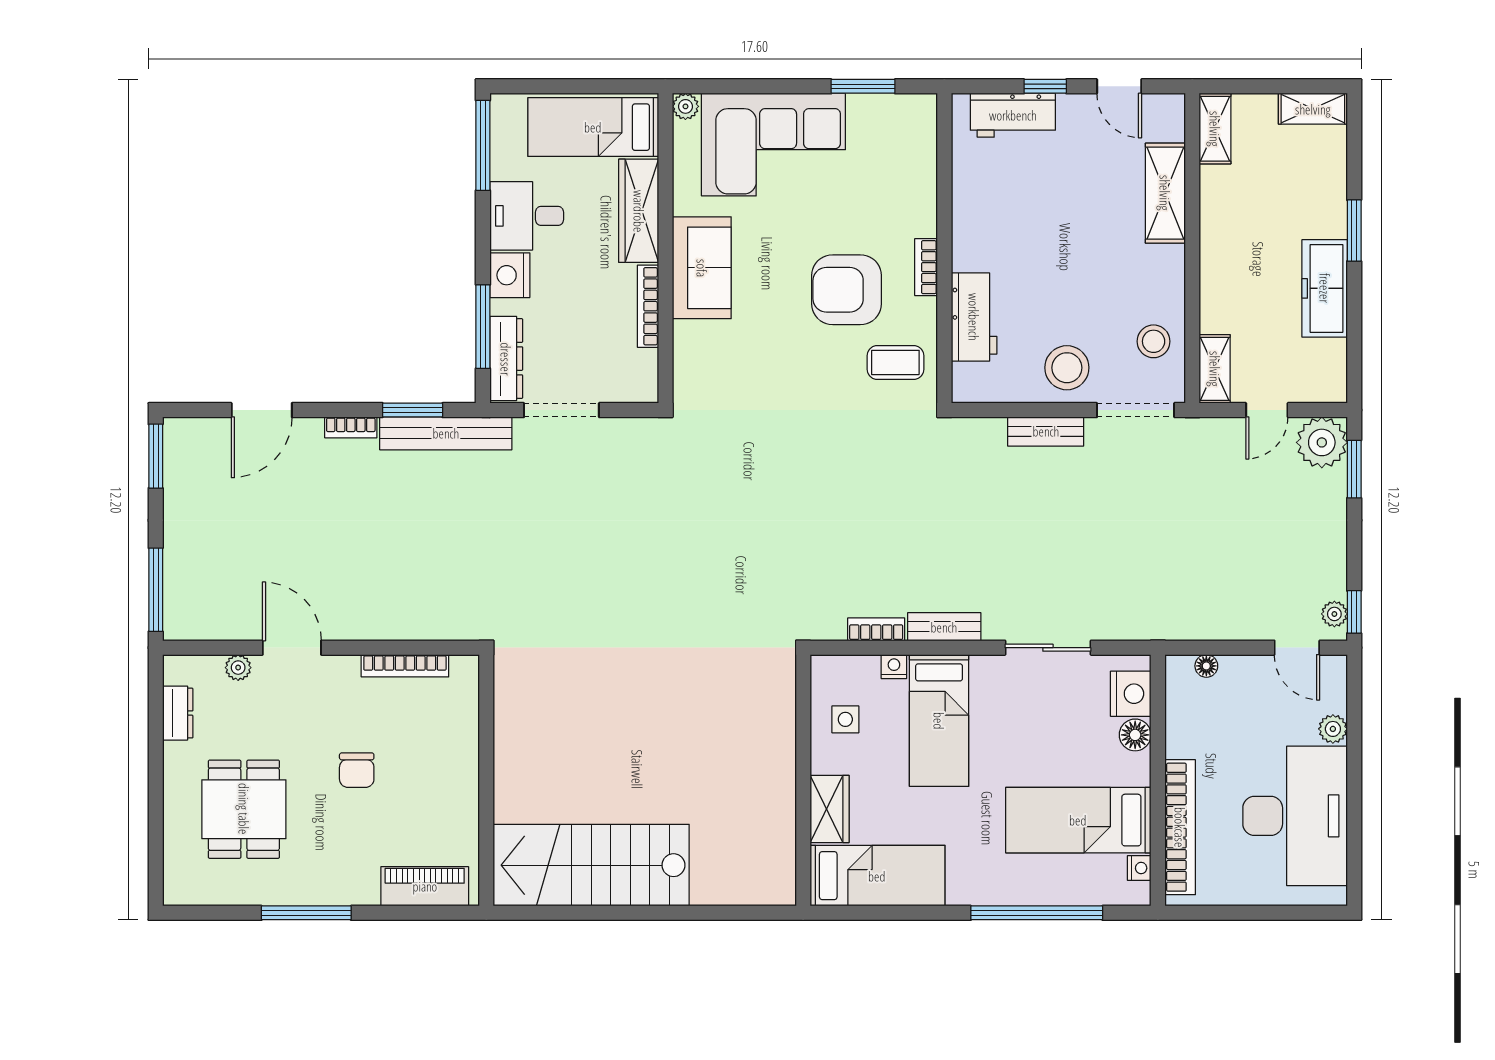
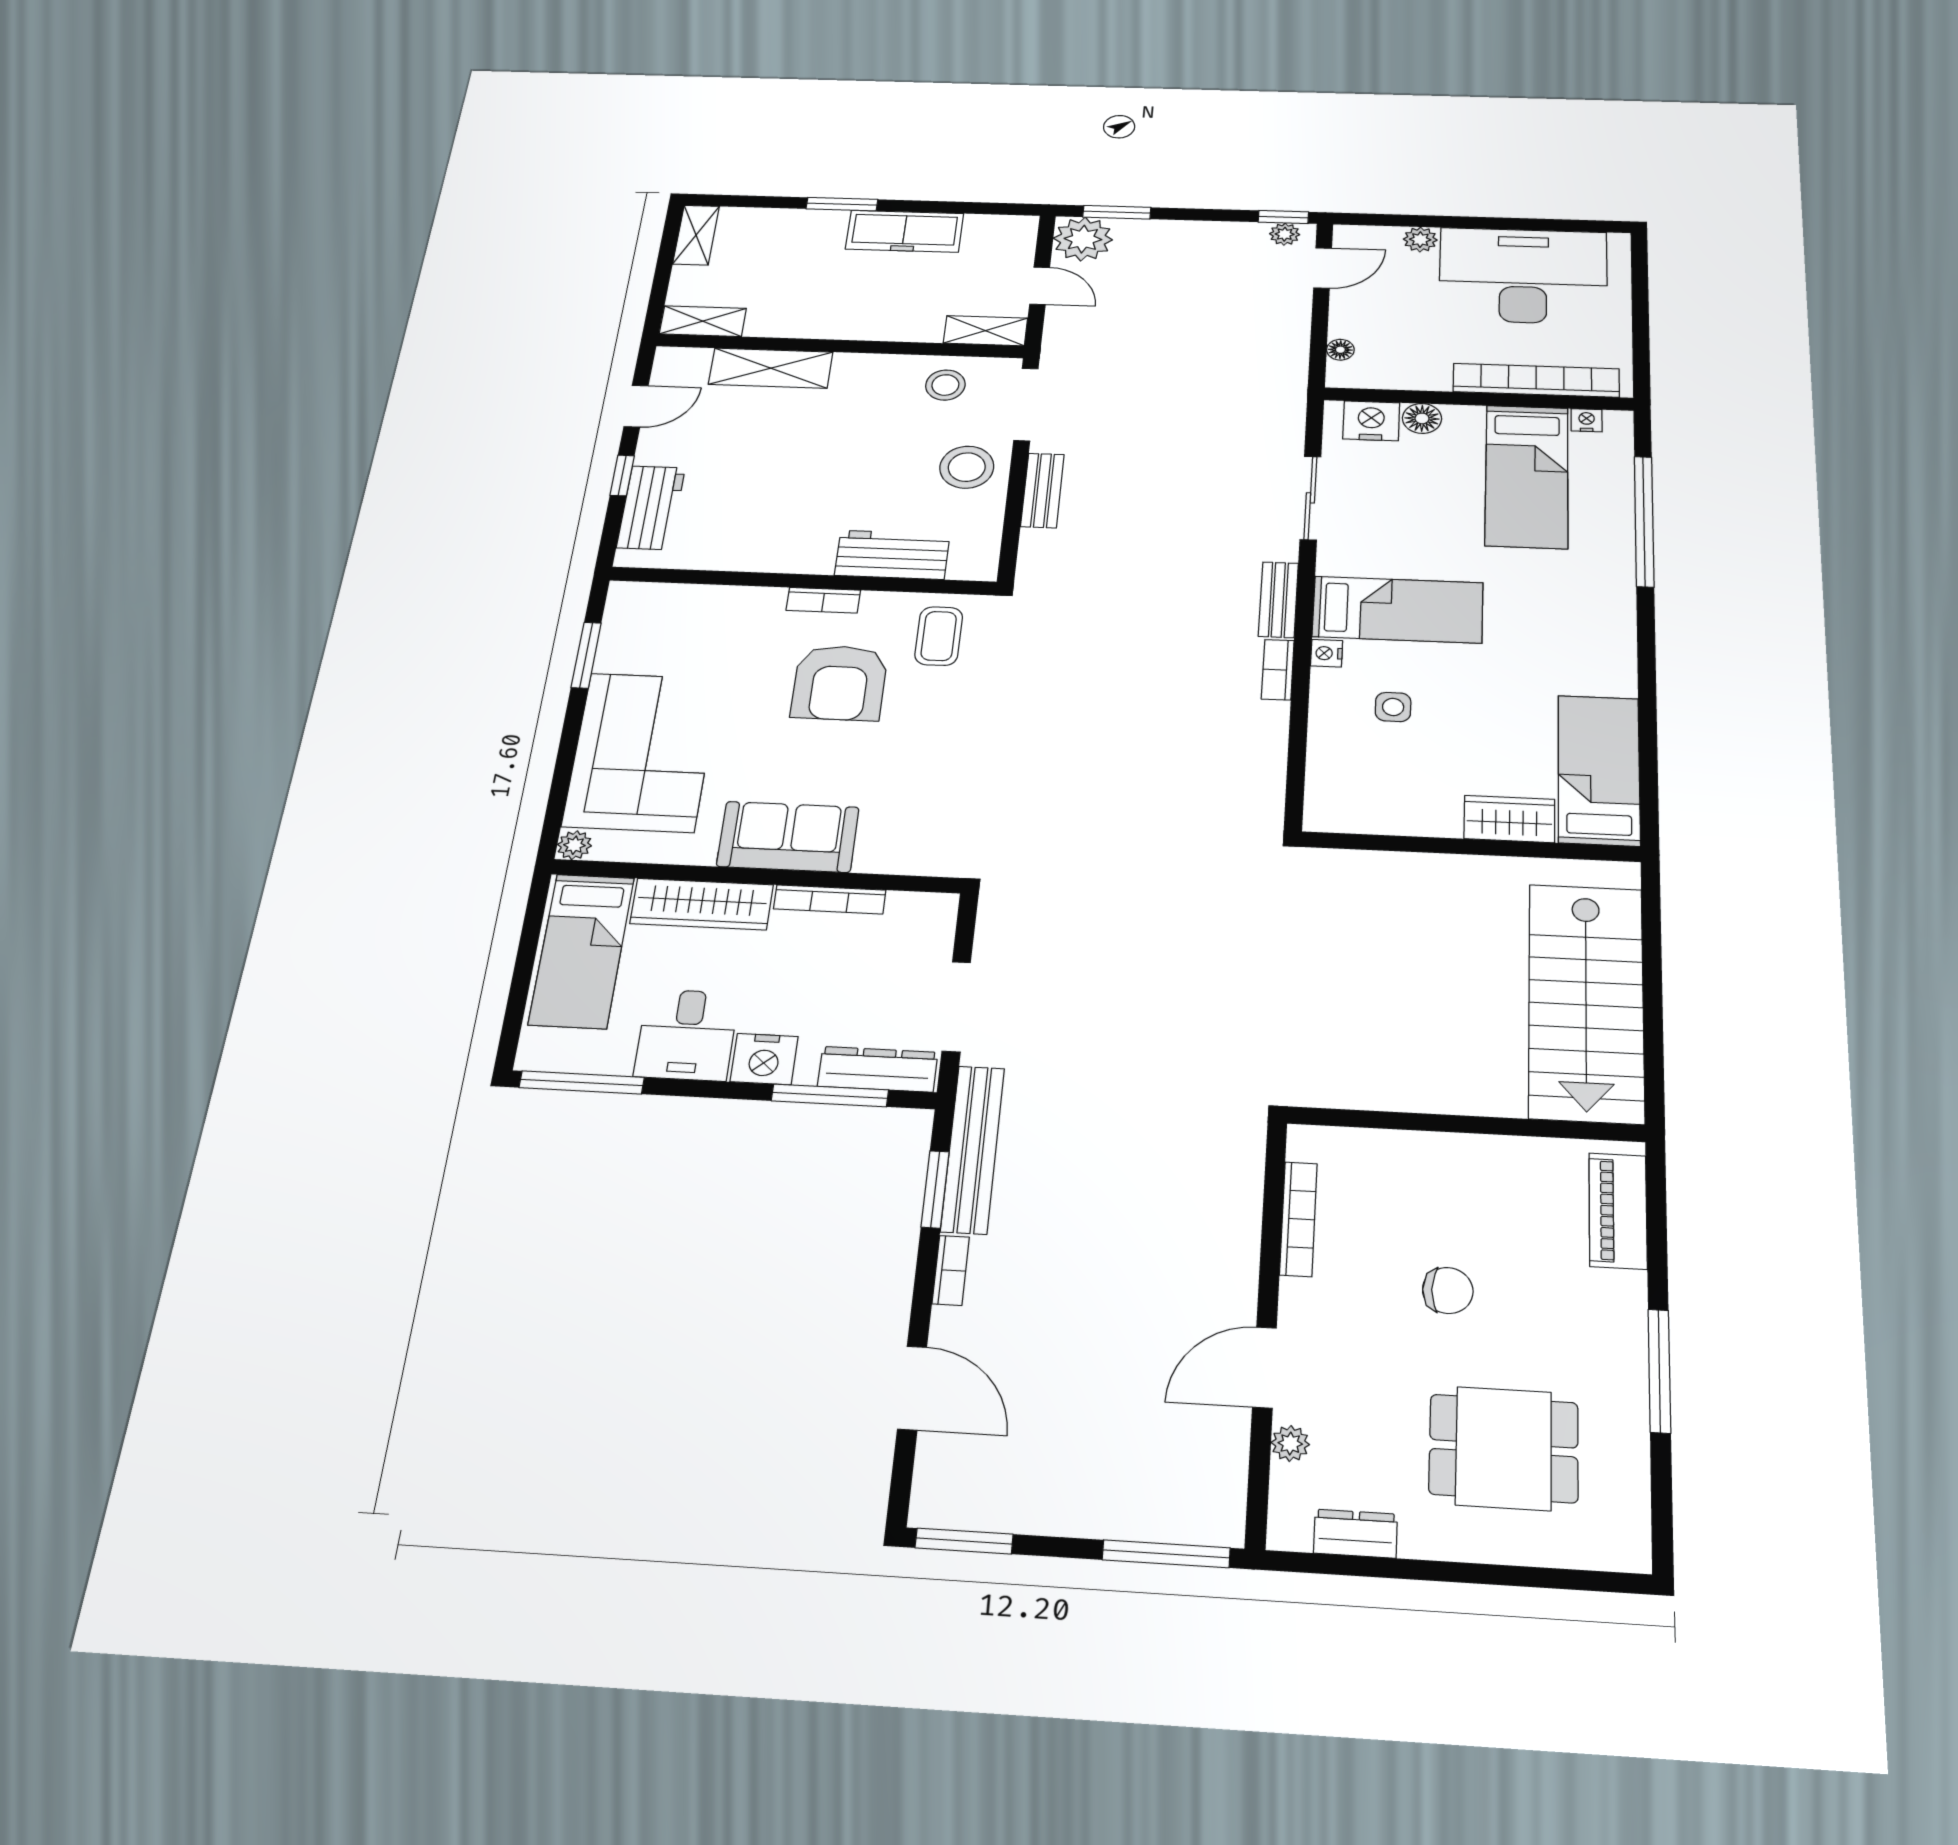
wall: (803, 780) -> (1470, 847), moved
wardrobe: (830, 809) -> (1509, 819), moved
bed: (877, 876) -> (1599, 770), moved

